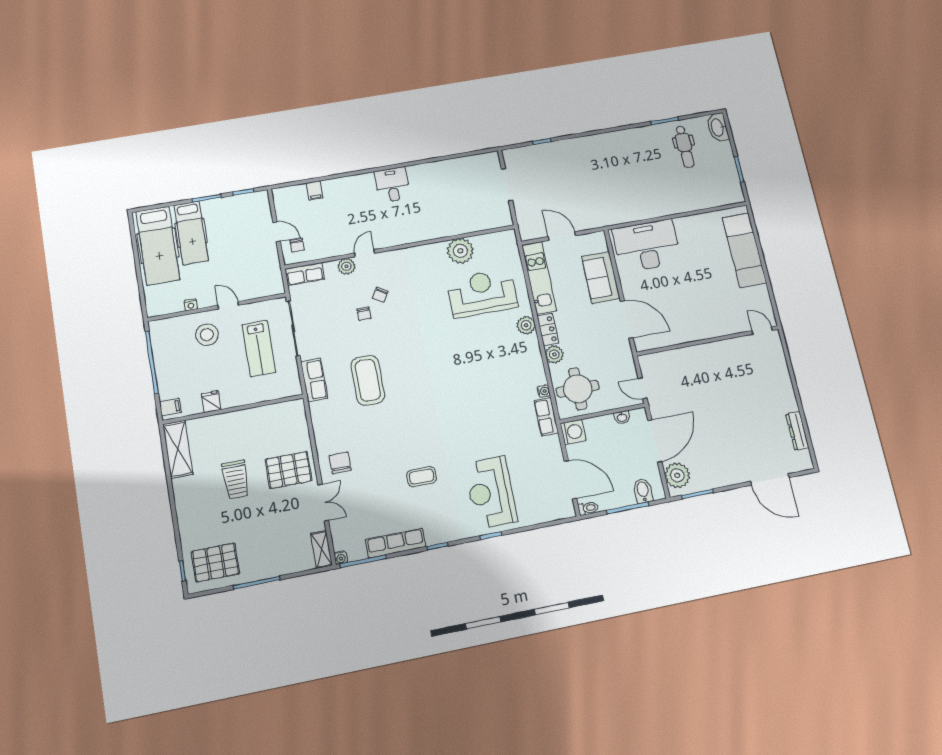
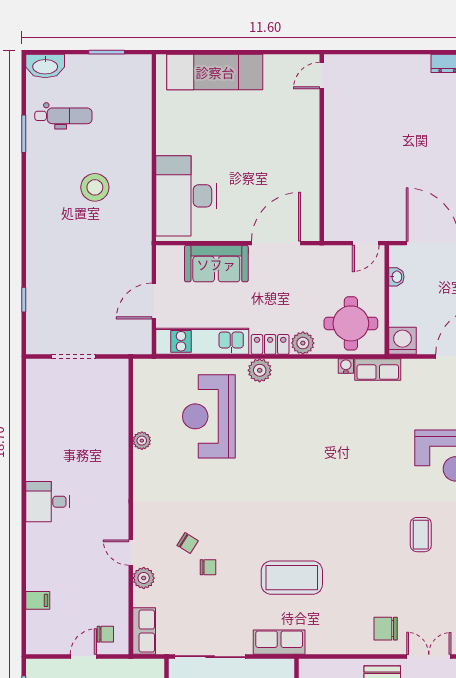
stool: (637, 178) -> (95, 187), added
plant: (460, 251) -> (142, 441), width x0.53, depth x0.53

